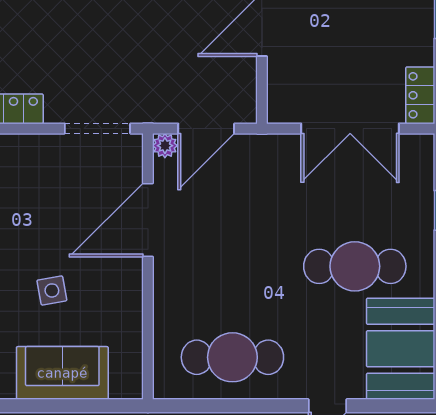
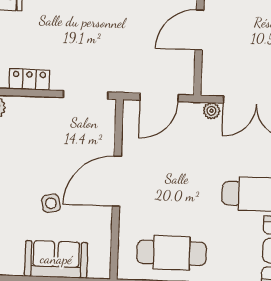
plant: (165, 146) -> (211, 111), moved
door: (148, 220) -> (117, 181), moved

